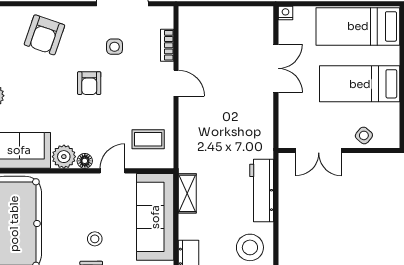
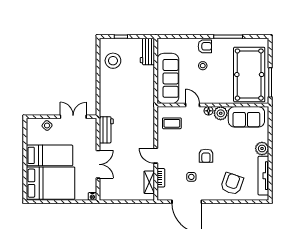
bed: (358, 26) -> (51, 183), width x1.50
double door: (276, 68) -> (98, 164), swing flipped
armchair: (89, 83) -> (206, 156), turned 180
door: (113, 171) -> (192, 105), swing flipped
workbench: (262, 191) -> (106, 130), moved, width x0.73
shelving: (187, 193) -> (149, 182), moved

